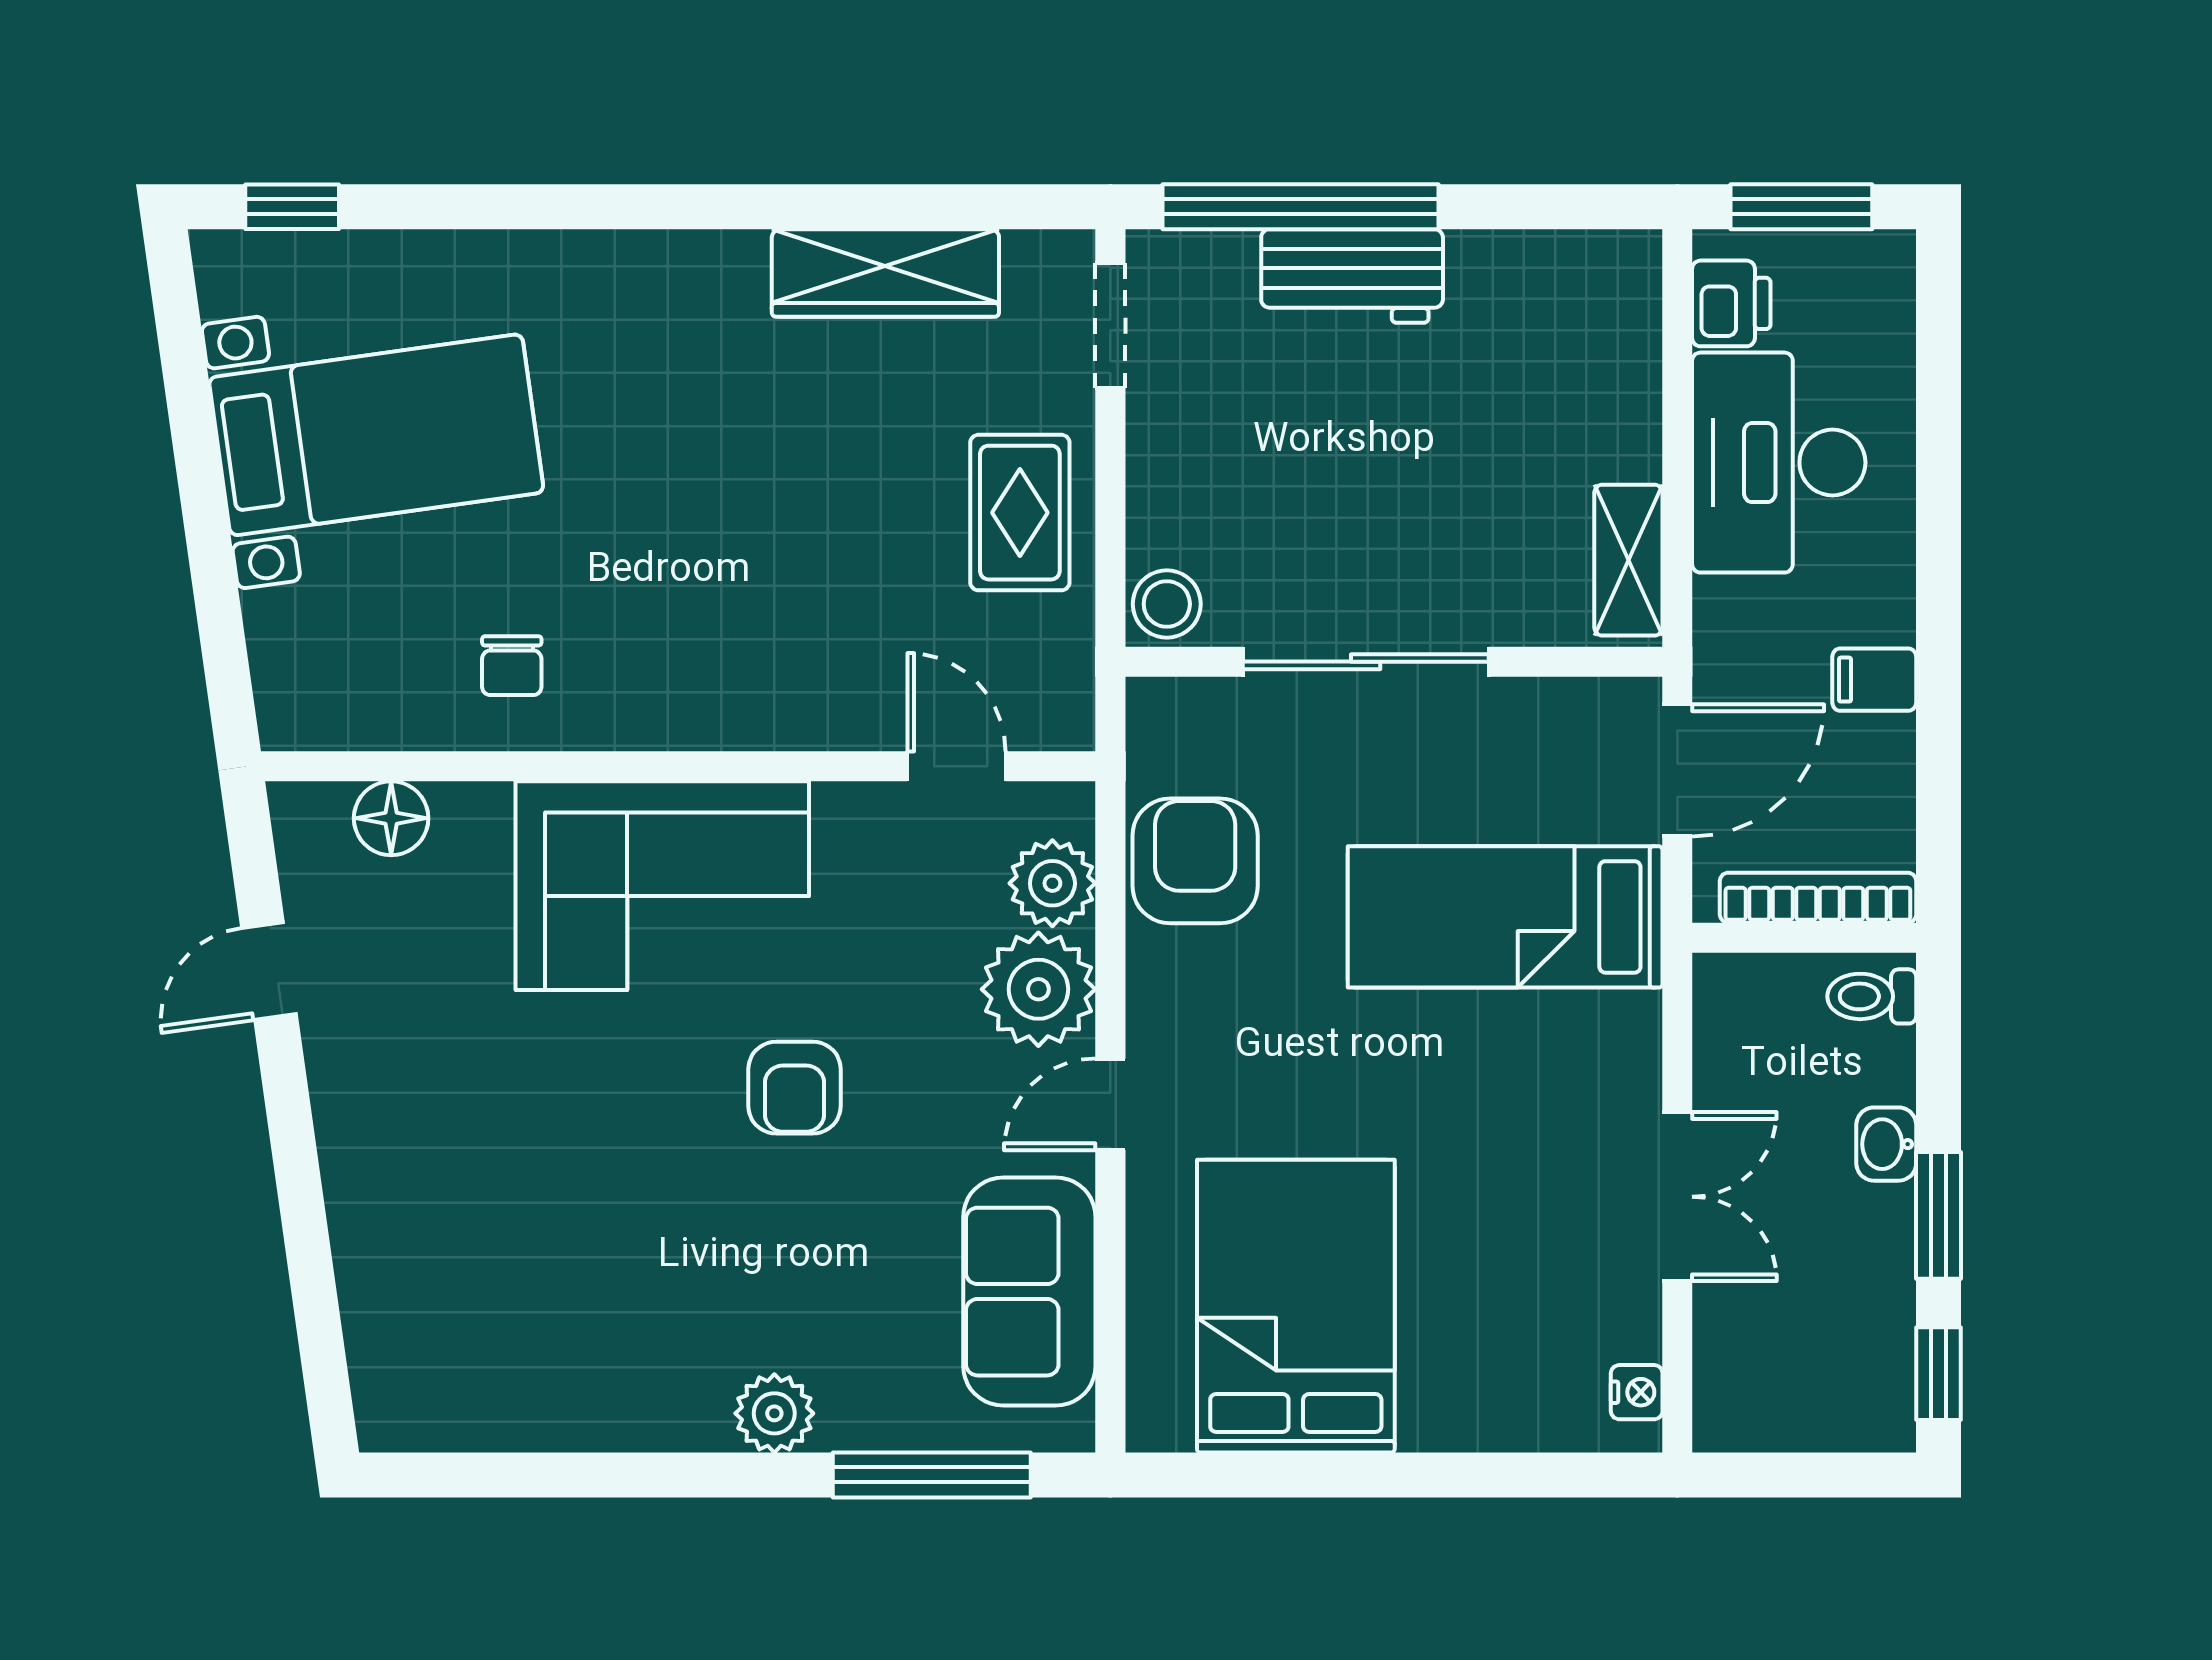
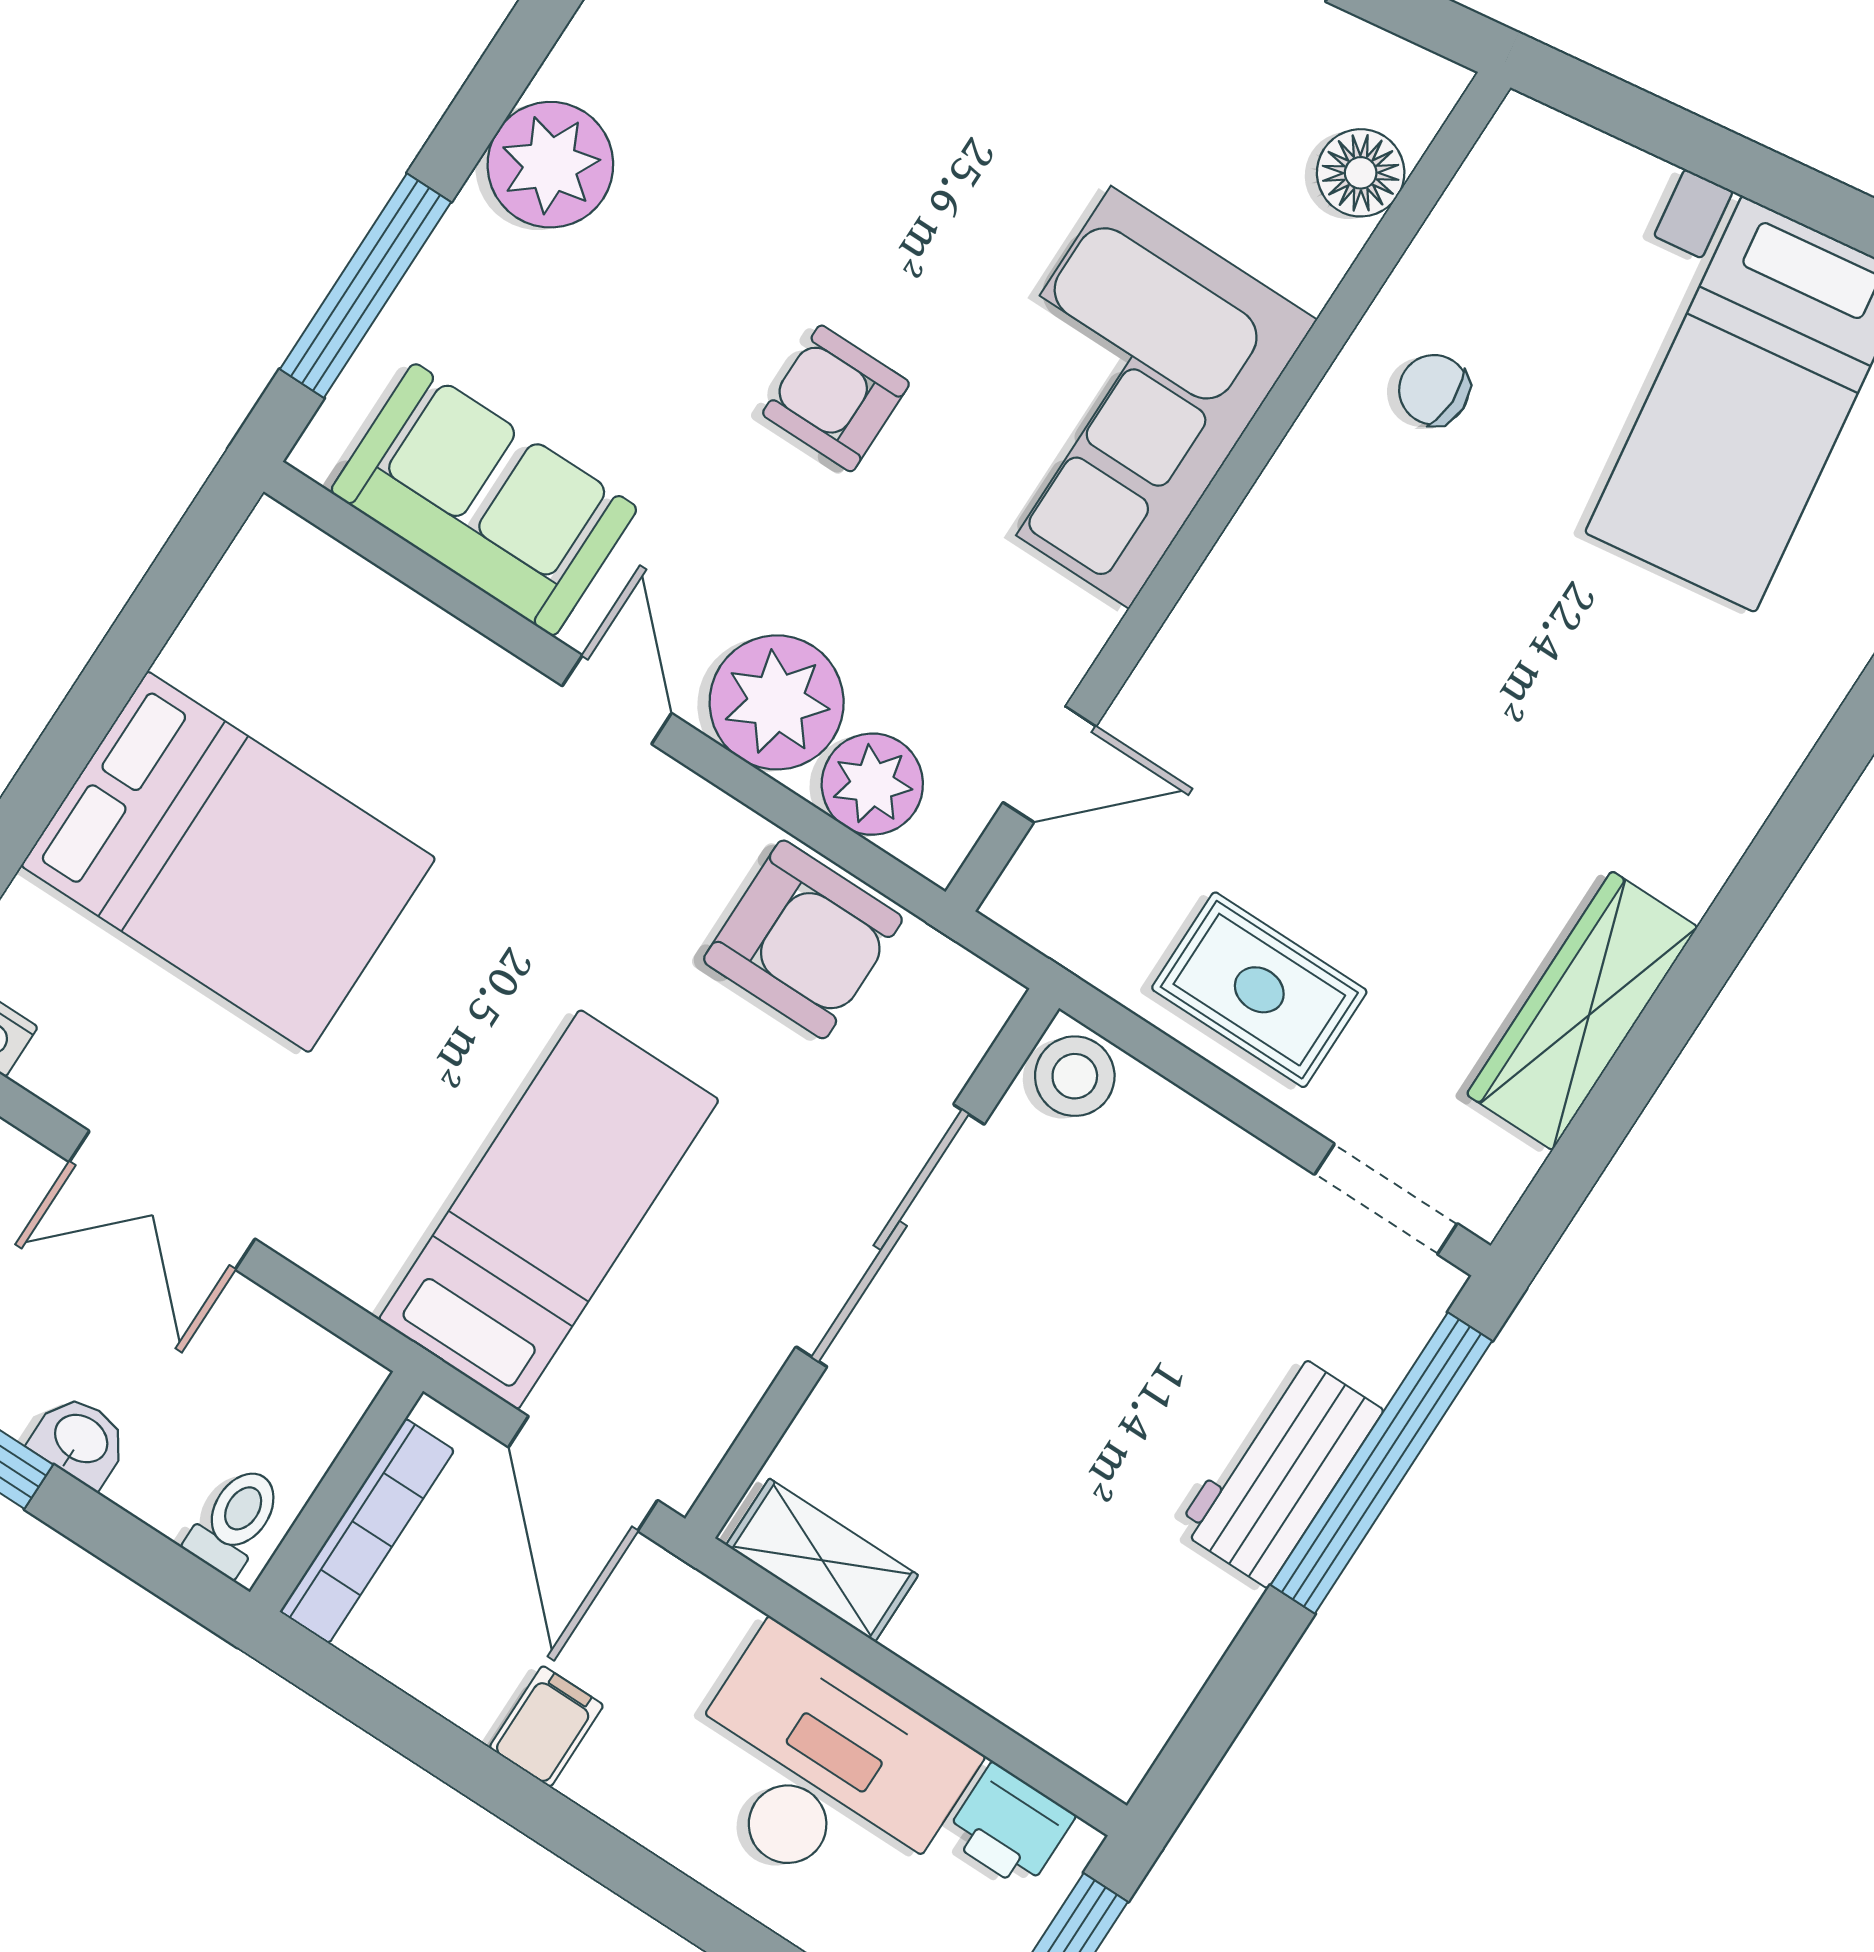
bed: (1296, 1306) -> (228, 862), moved
plant: (774, 1413) -> (550, 165), width x1.36, depth x1.36

